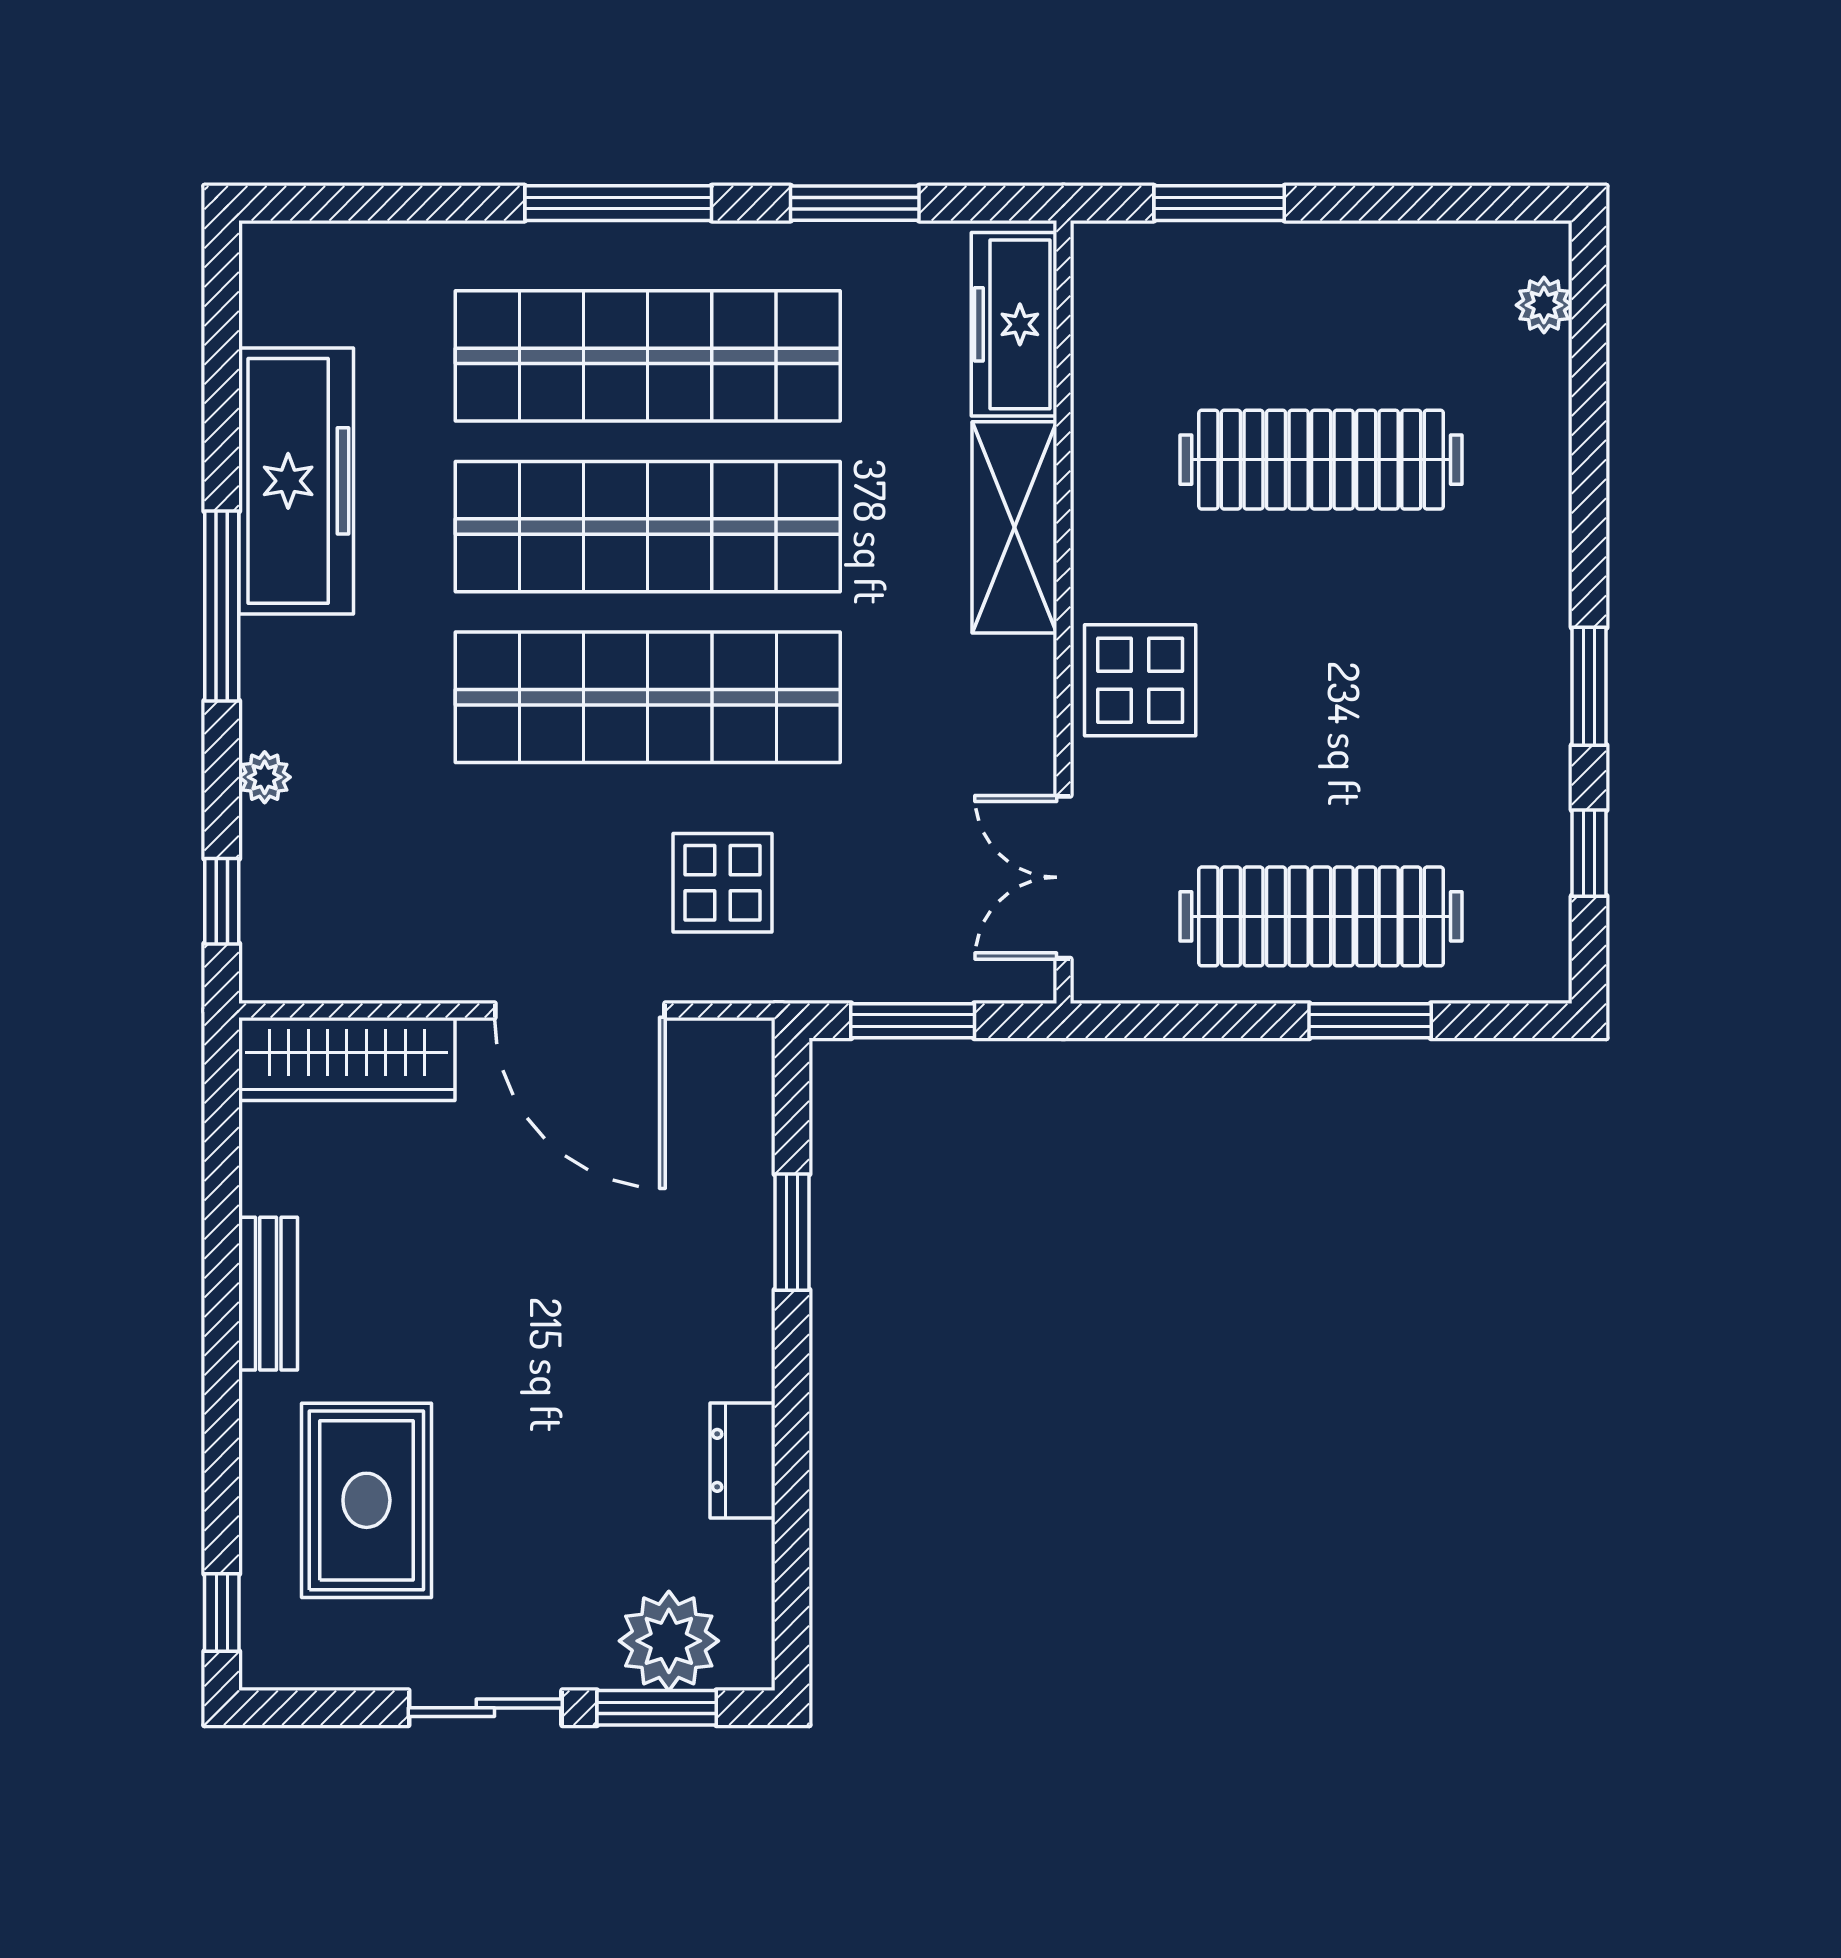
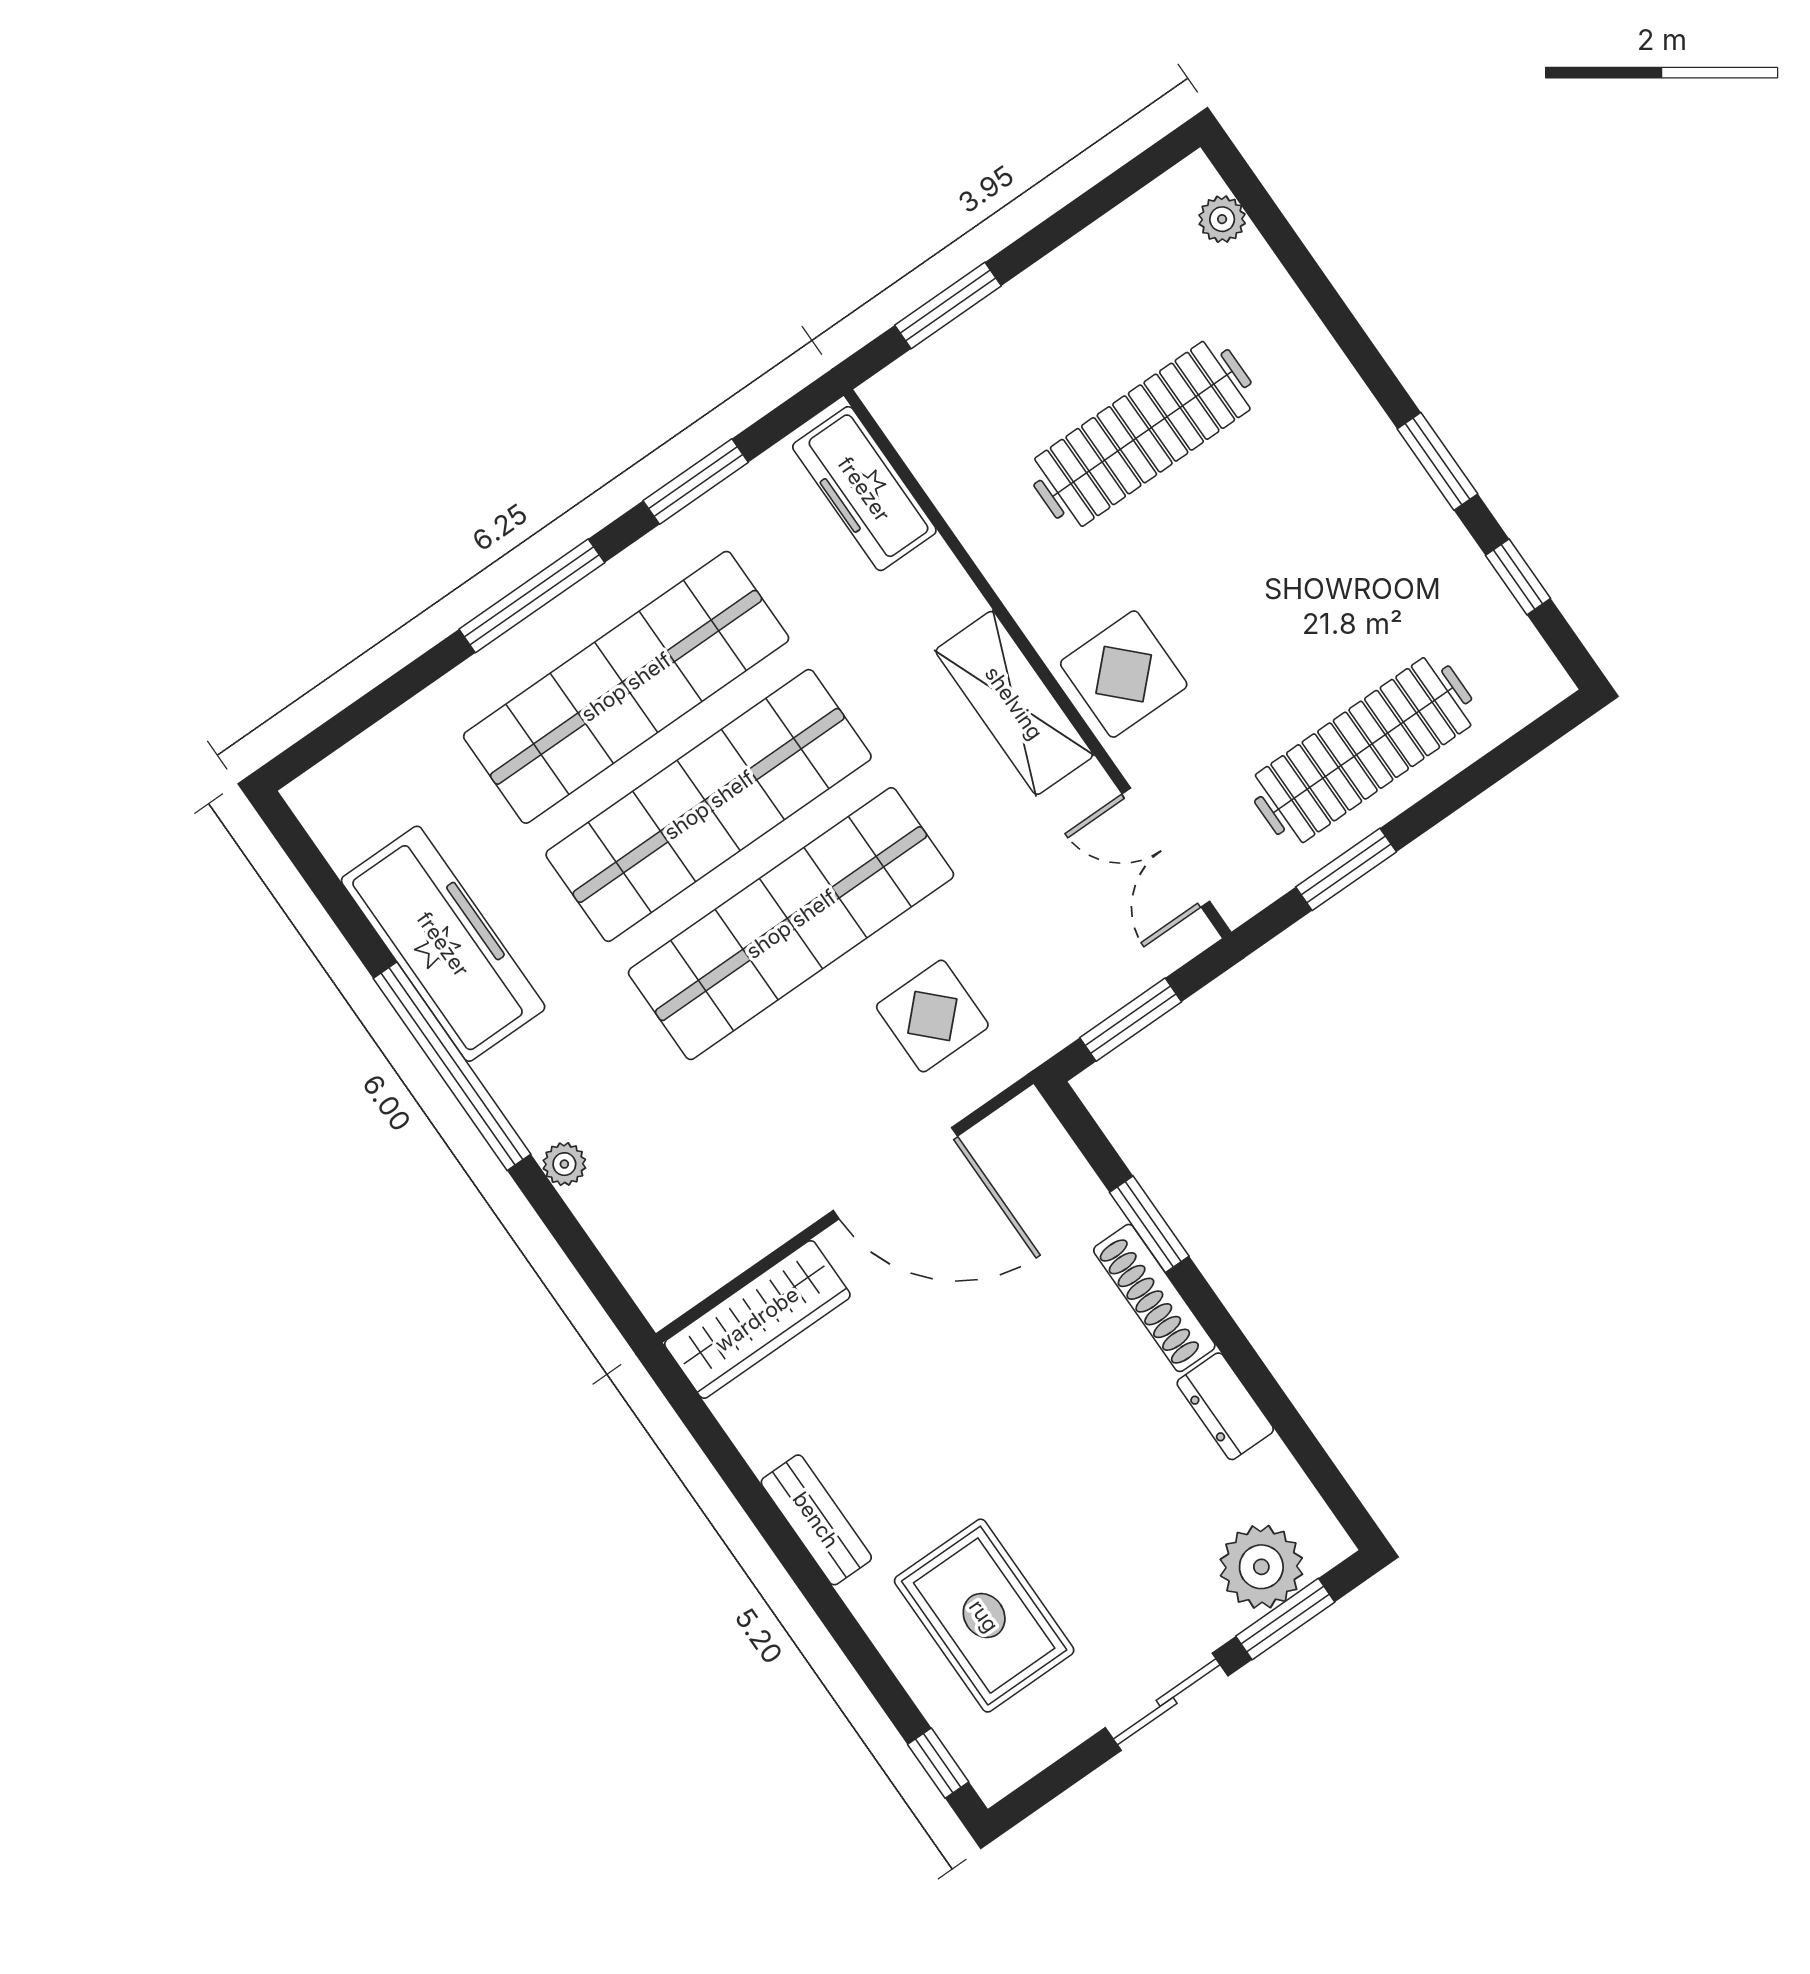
shelving: (1014, 527) -> (1014, 703), moved
window: (222, 606) -> (452, 1066), width x1.46
window: (222, 901) -> (595, 1271), removed
window: (1370, 1021) -> (1346, 869), moved
shoe rack: (747, 1307) -> (1154, 1298), added

